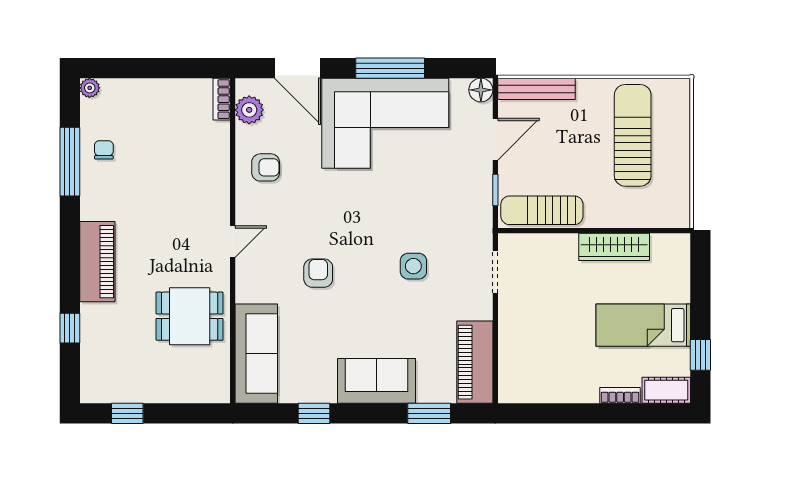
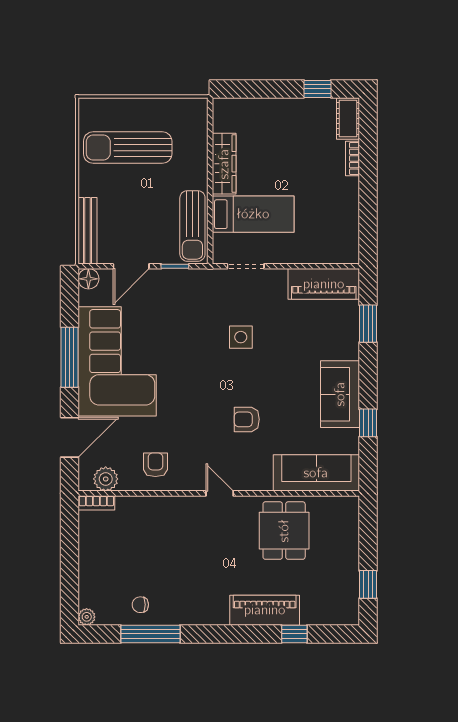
door: (495, 139) -> (131, 266), swing flipped
piano: (97, 262) -> (265, 610), moved
bed: (643, 325) -> (253, 214), moved, turned -90
sofa: (377, 381) -> (340, 394), moved

